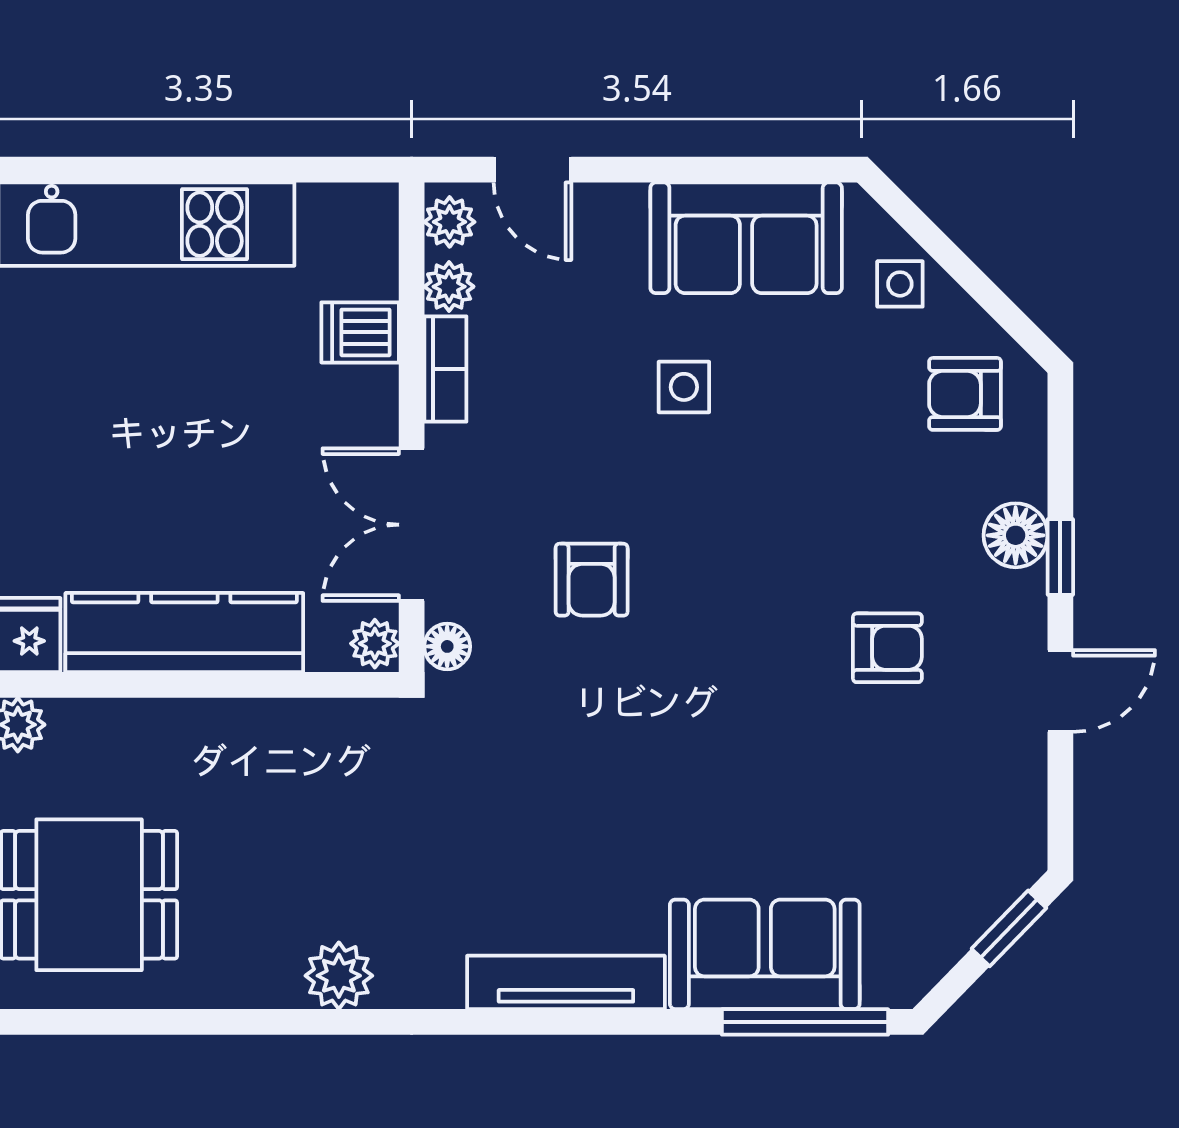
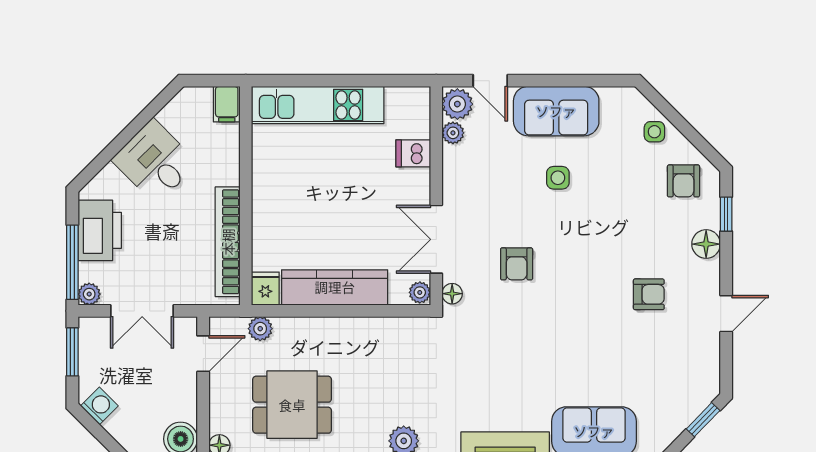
plant: (450, 222) -> (457, 104), width x1.38, depth x1.38
sofa: (746, 238) -> (556, 111), moved
bookcase: (445, 369) -> (451, 170), removed
armchair: (965, 394) -> (683, 181), turned -90
window: (1060, 557) -> (726, 214), moved

